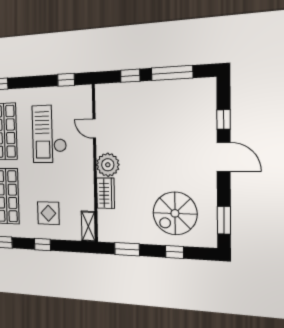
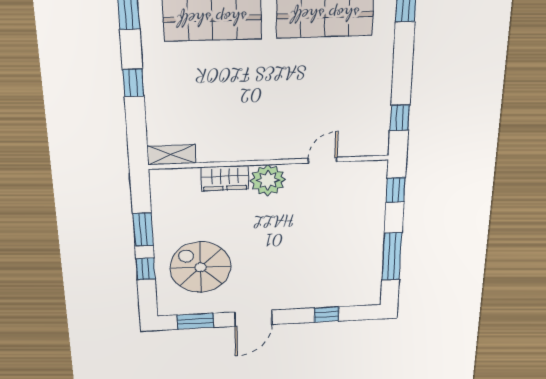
window: (130, 76) -> (396, 190), moved
checkout: (49, 134) -> (317, 92), removed
door: (224, 157) -> (253, 318), moved
display table: (48, 213) -> (187, 92), removed
window: (127, 249) -> (143, 229), moved

